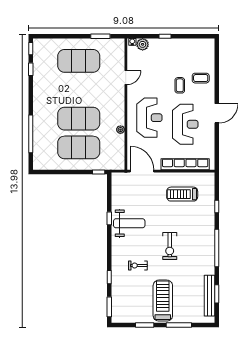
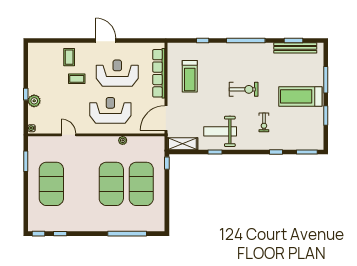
plant: (143, 44) -> (34, 101), moved
shelving: (117, 187) -> (182, 144), added
weight bench: (129, 223) -> (220, 131), turned -90

